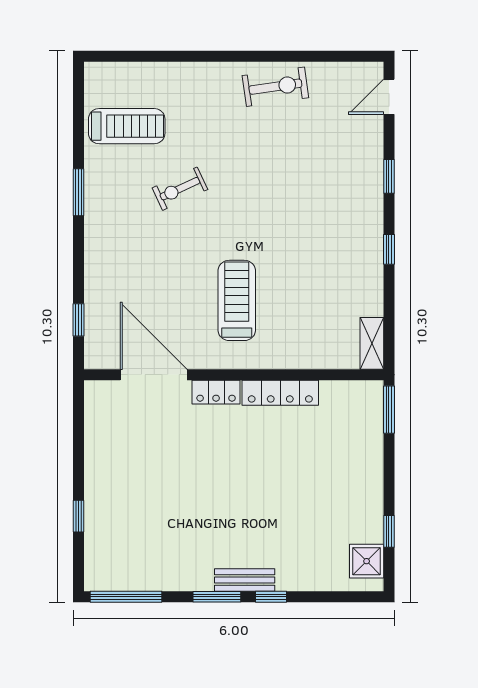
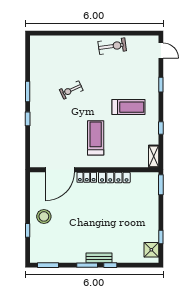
door: (389, 97) -> (161, 51), swing flipped
treadmill: (127, 126) -> (128, 107), moved
window: (389, 249) -> (161, 128), moved
window: (78, 320) -> (28, 119), moved
door: (154, 375) -> (60, 170), swing flipped
stool: (116, 484) -> (44, 216), added
window: (126, 597) -> (48, 265), width x0.69

